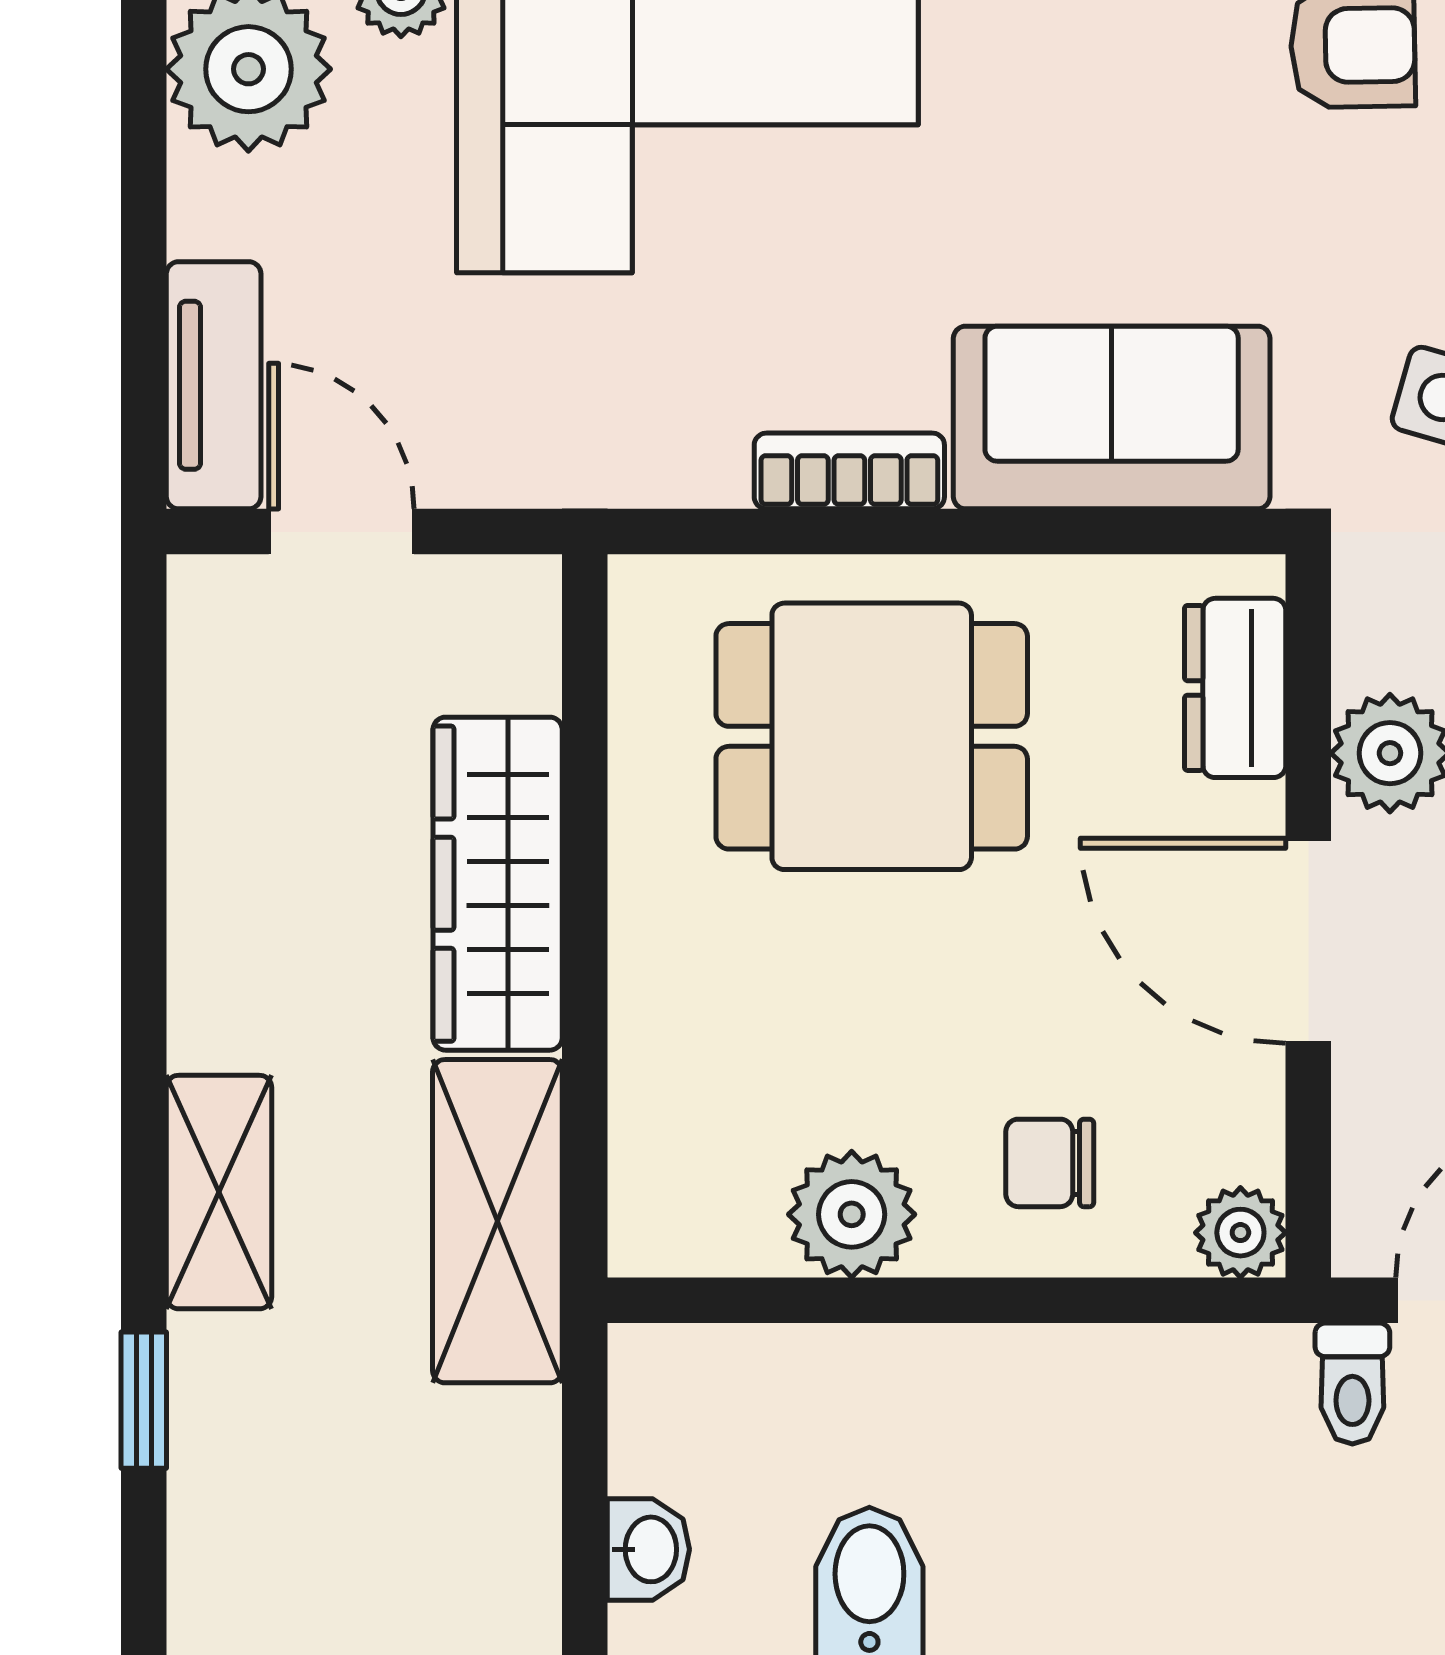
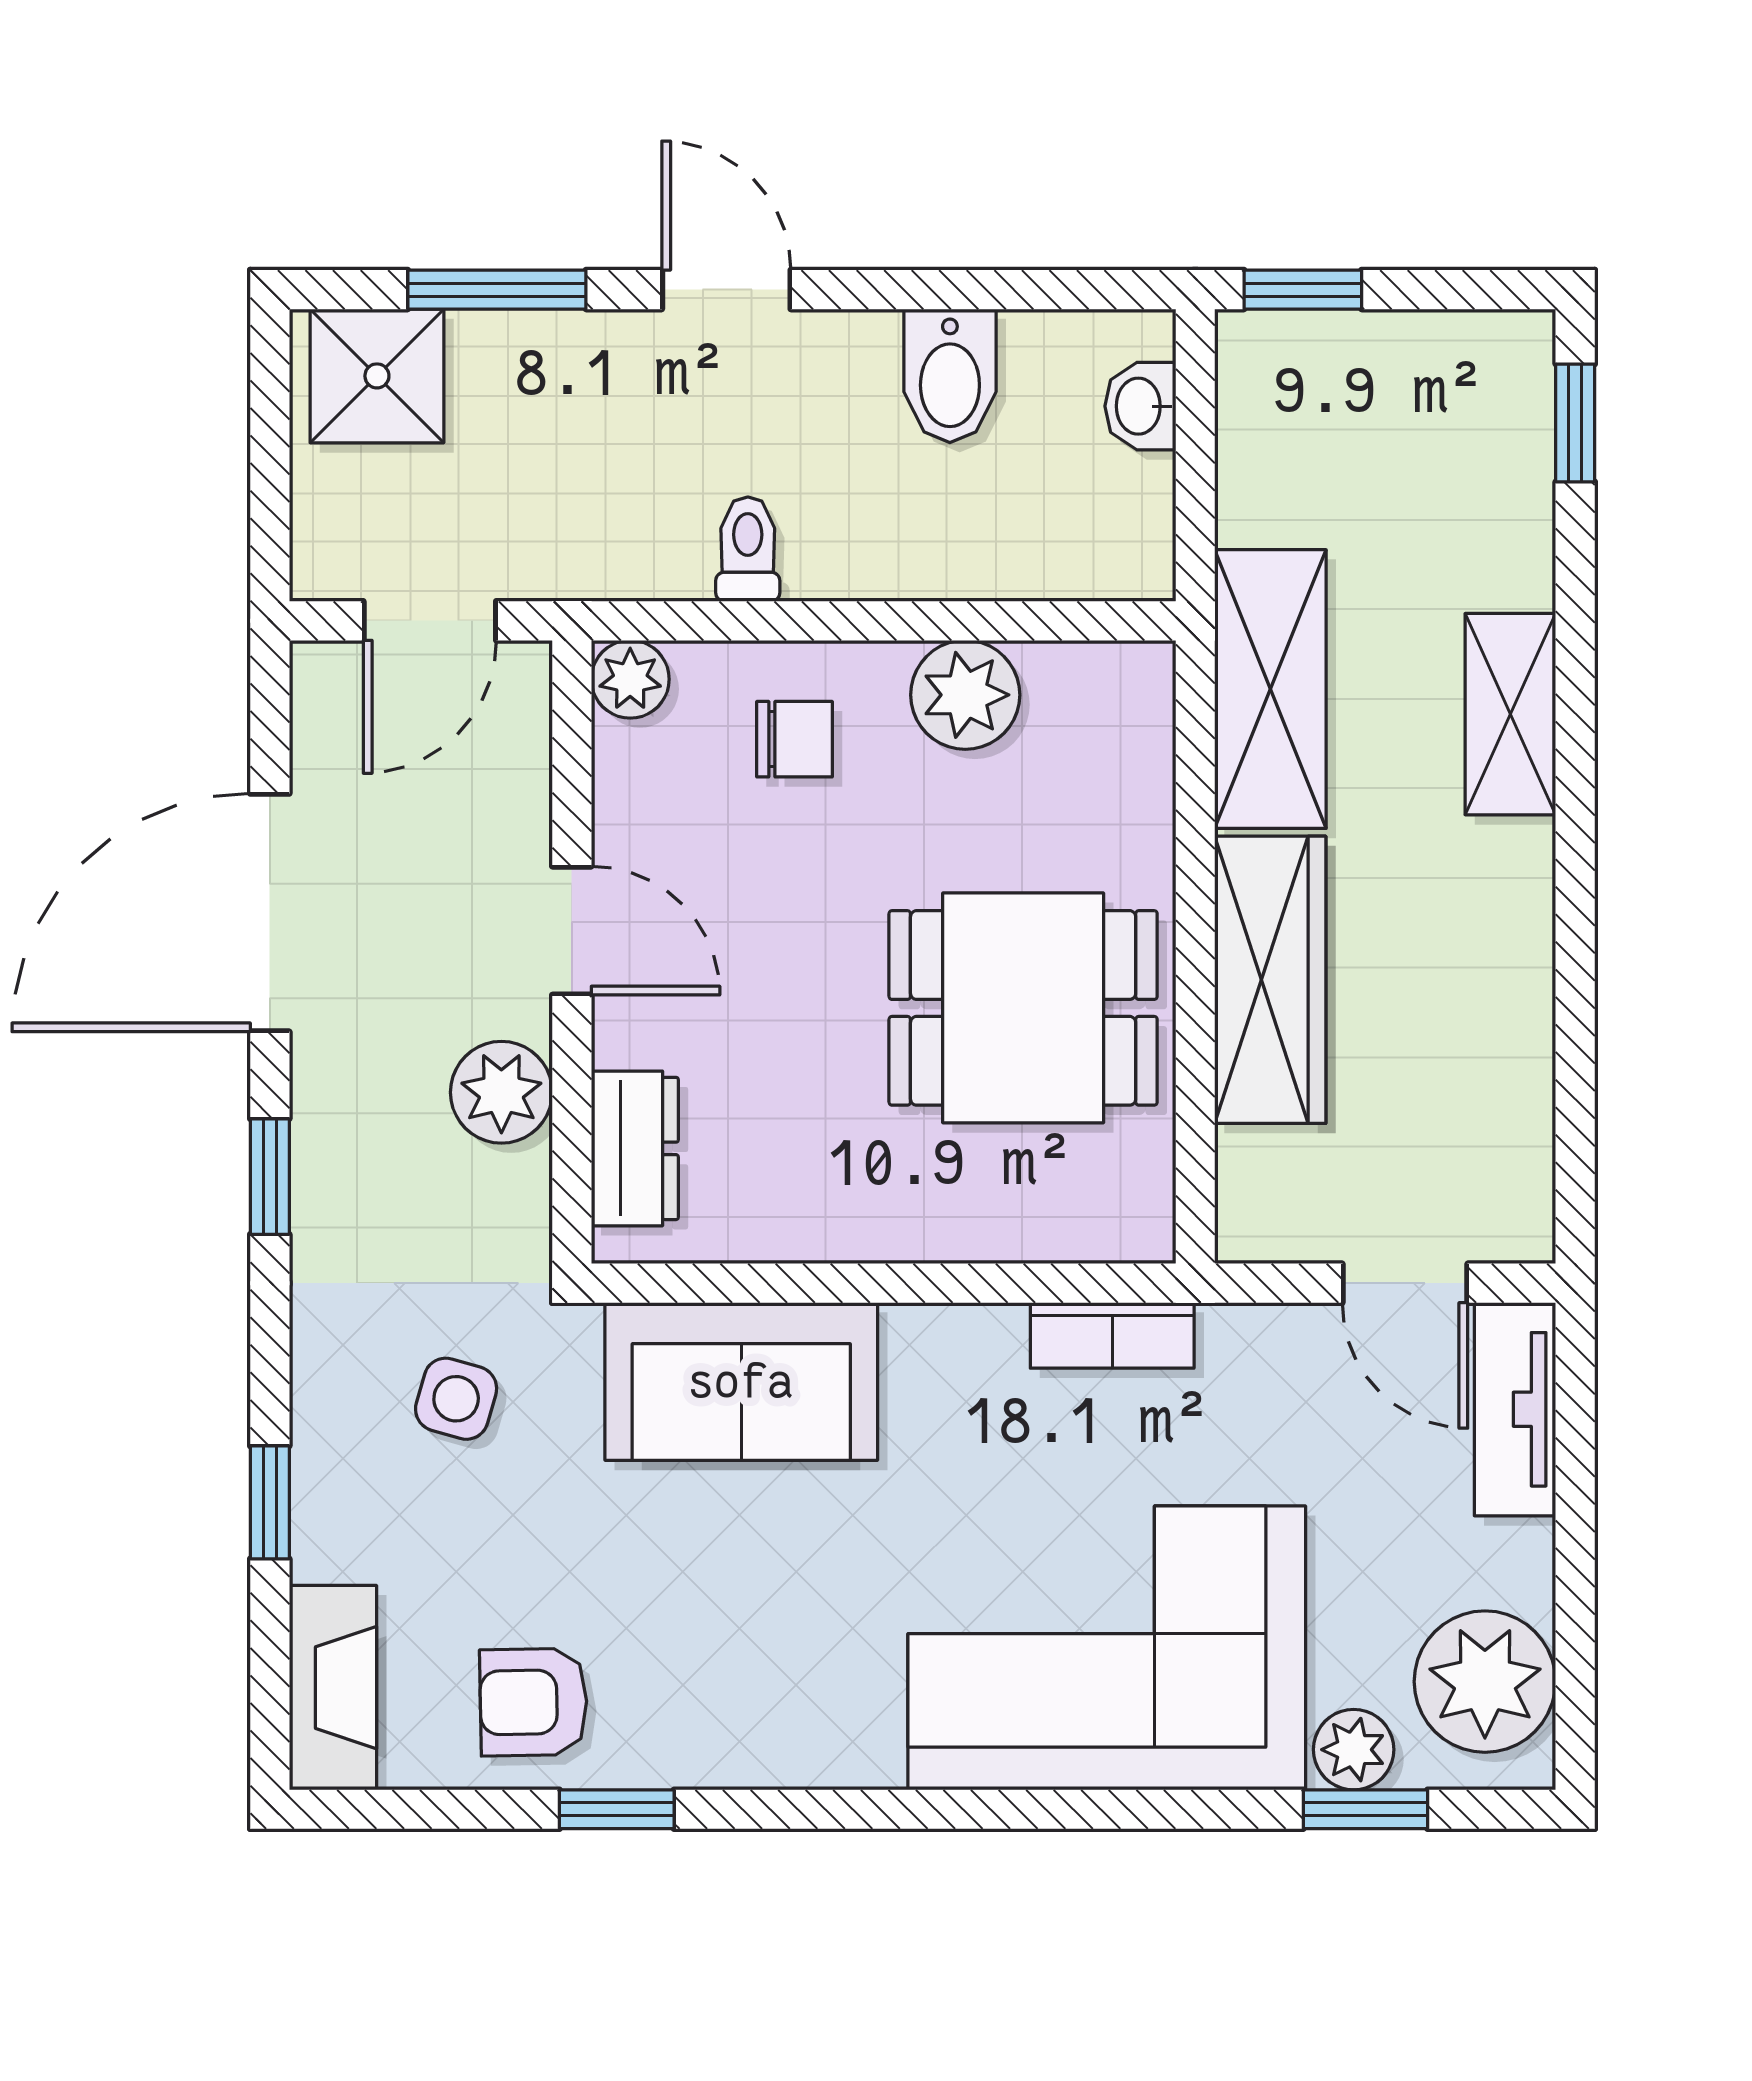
bookcase: (849, 471) -> (1112, 1335), moved
dining table: (872, 736) -> (1023, 1008), moved
door: (1308, 941) -> (572, 931), width x0.73
toilet: (1352, 1384) -> (748, 549), moved
window: (144, 1400) -> (1575, 423), moved

